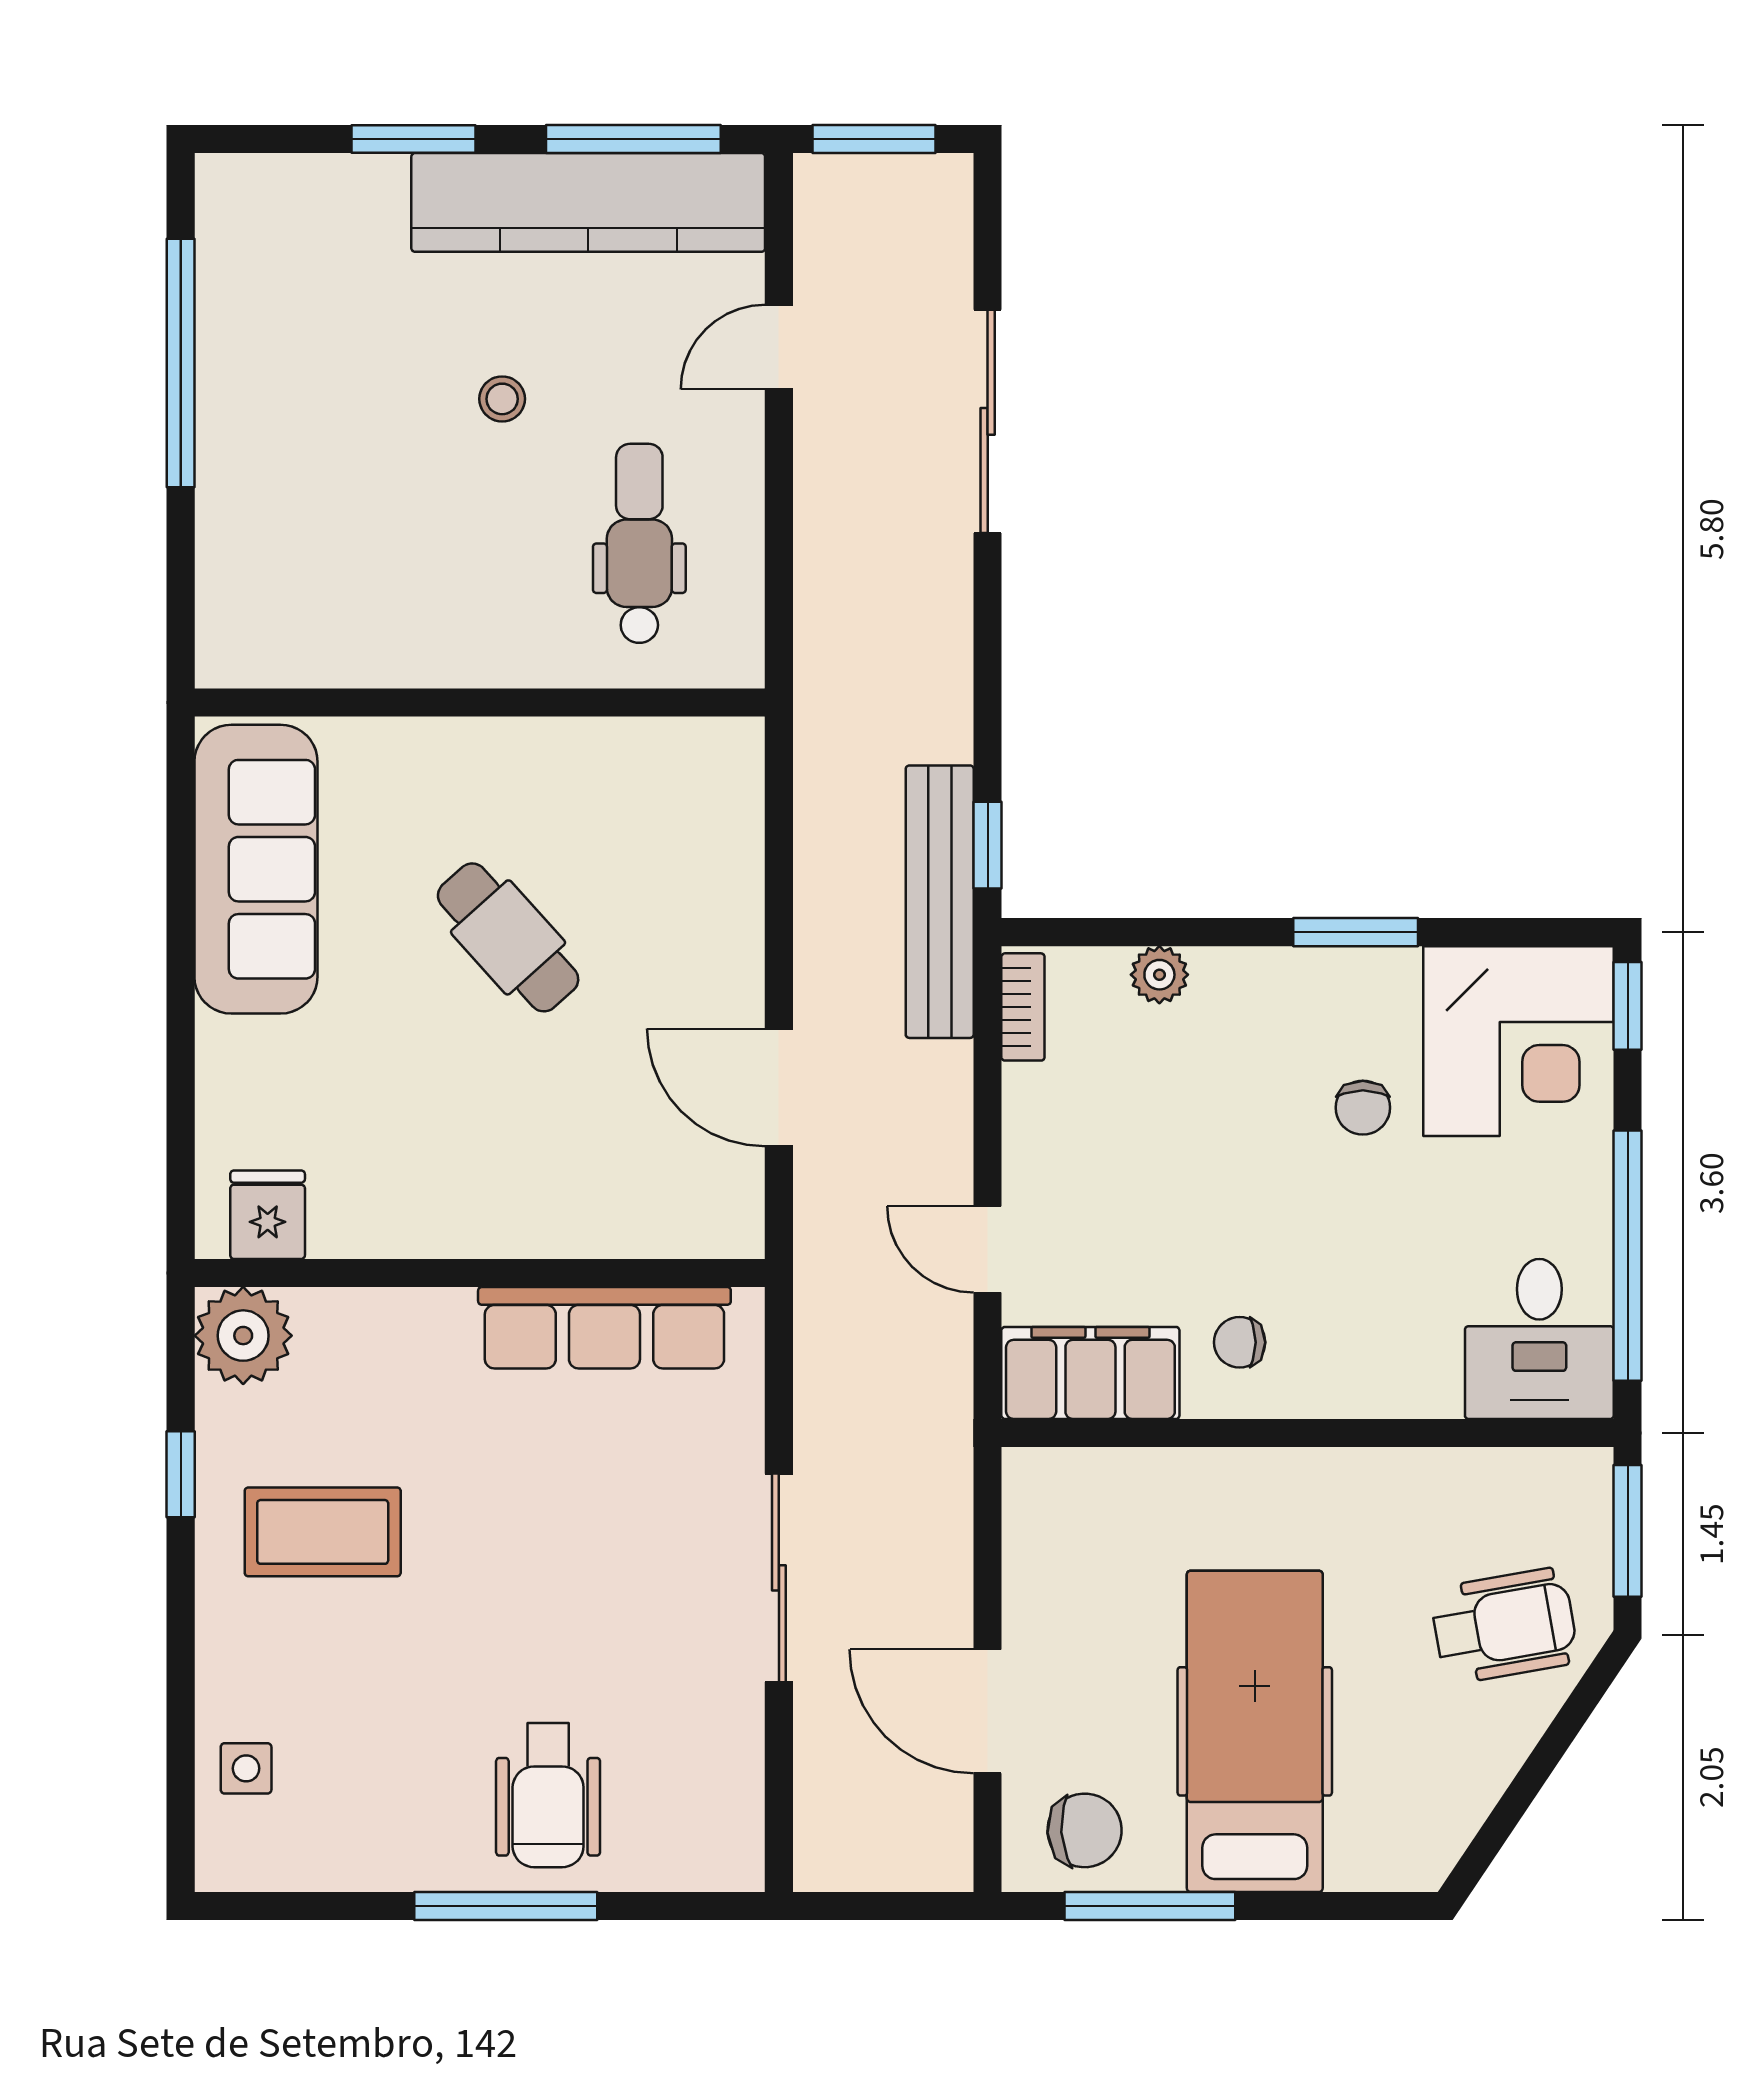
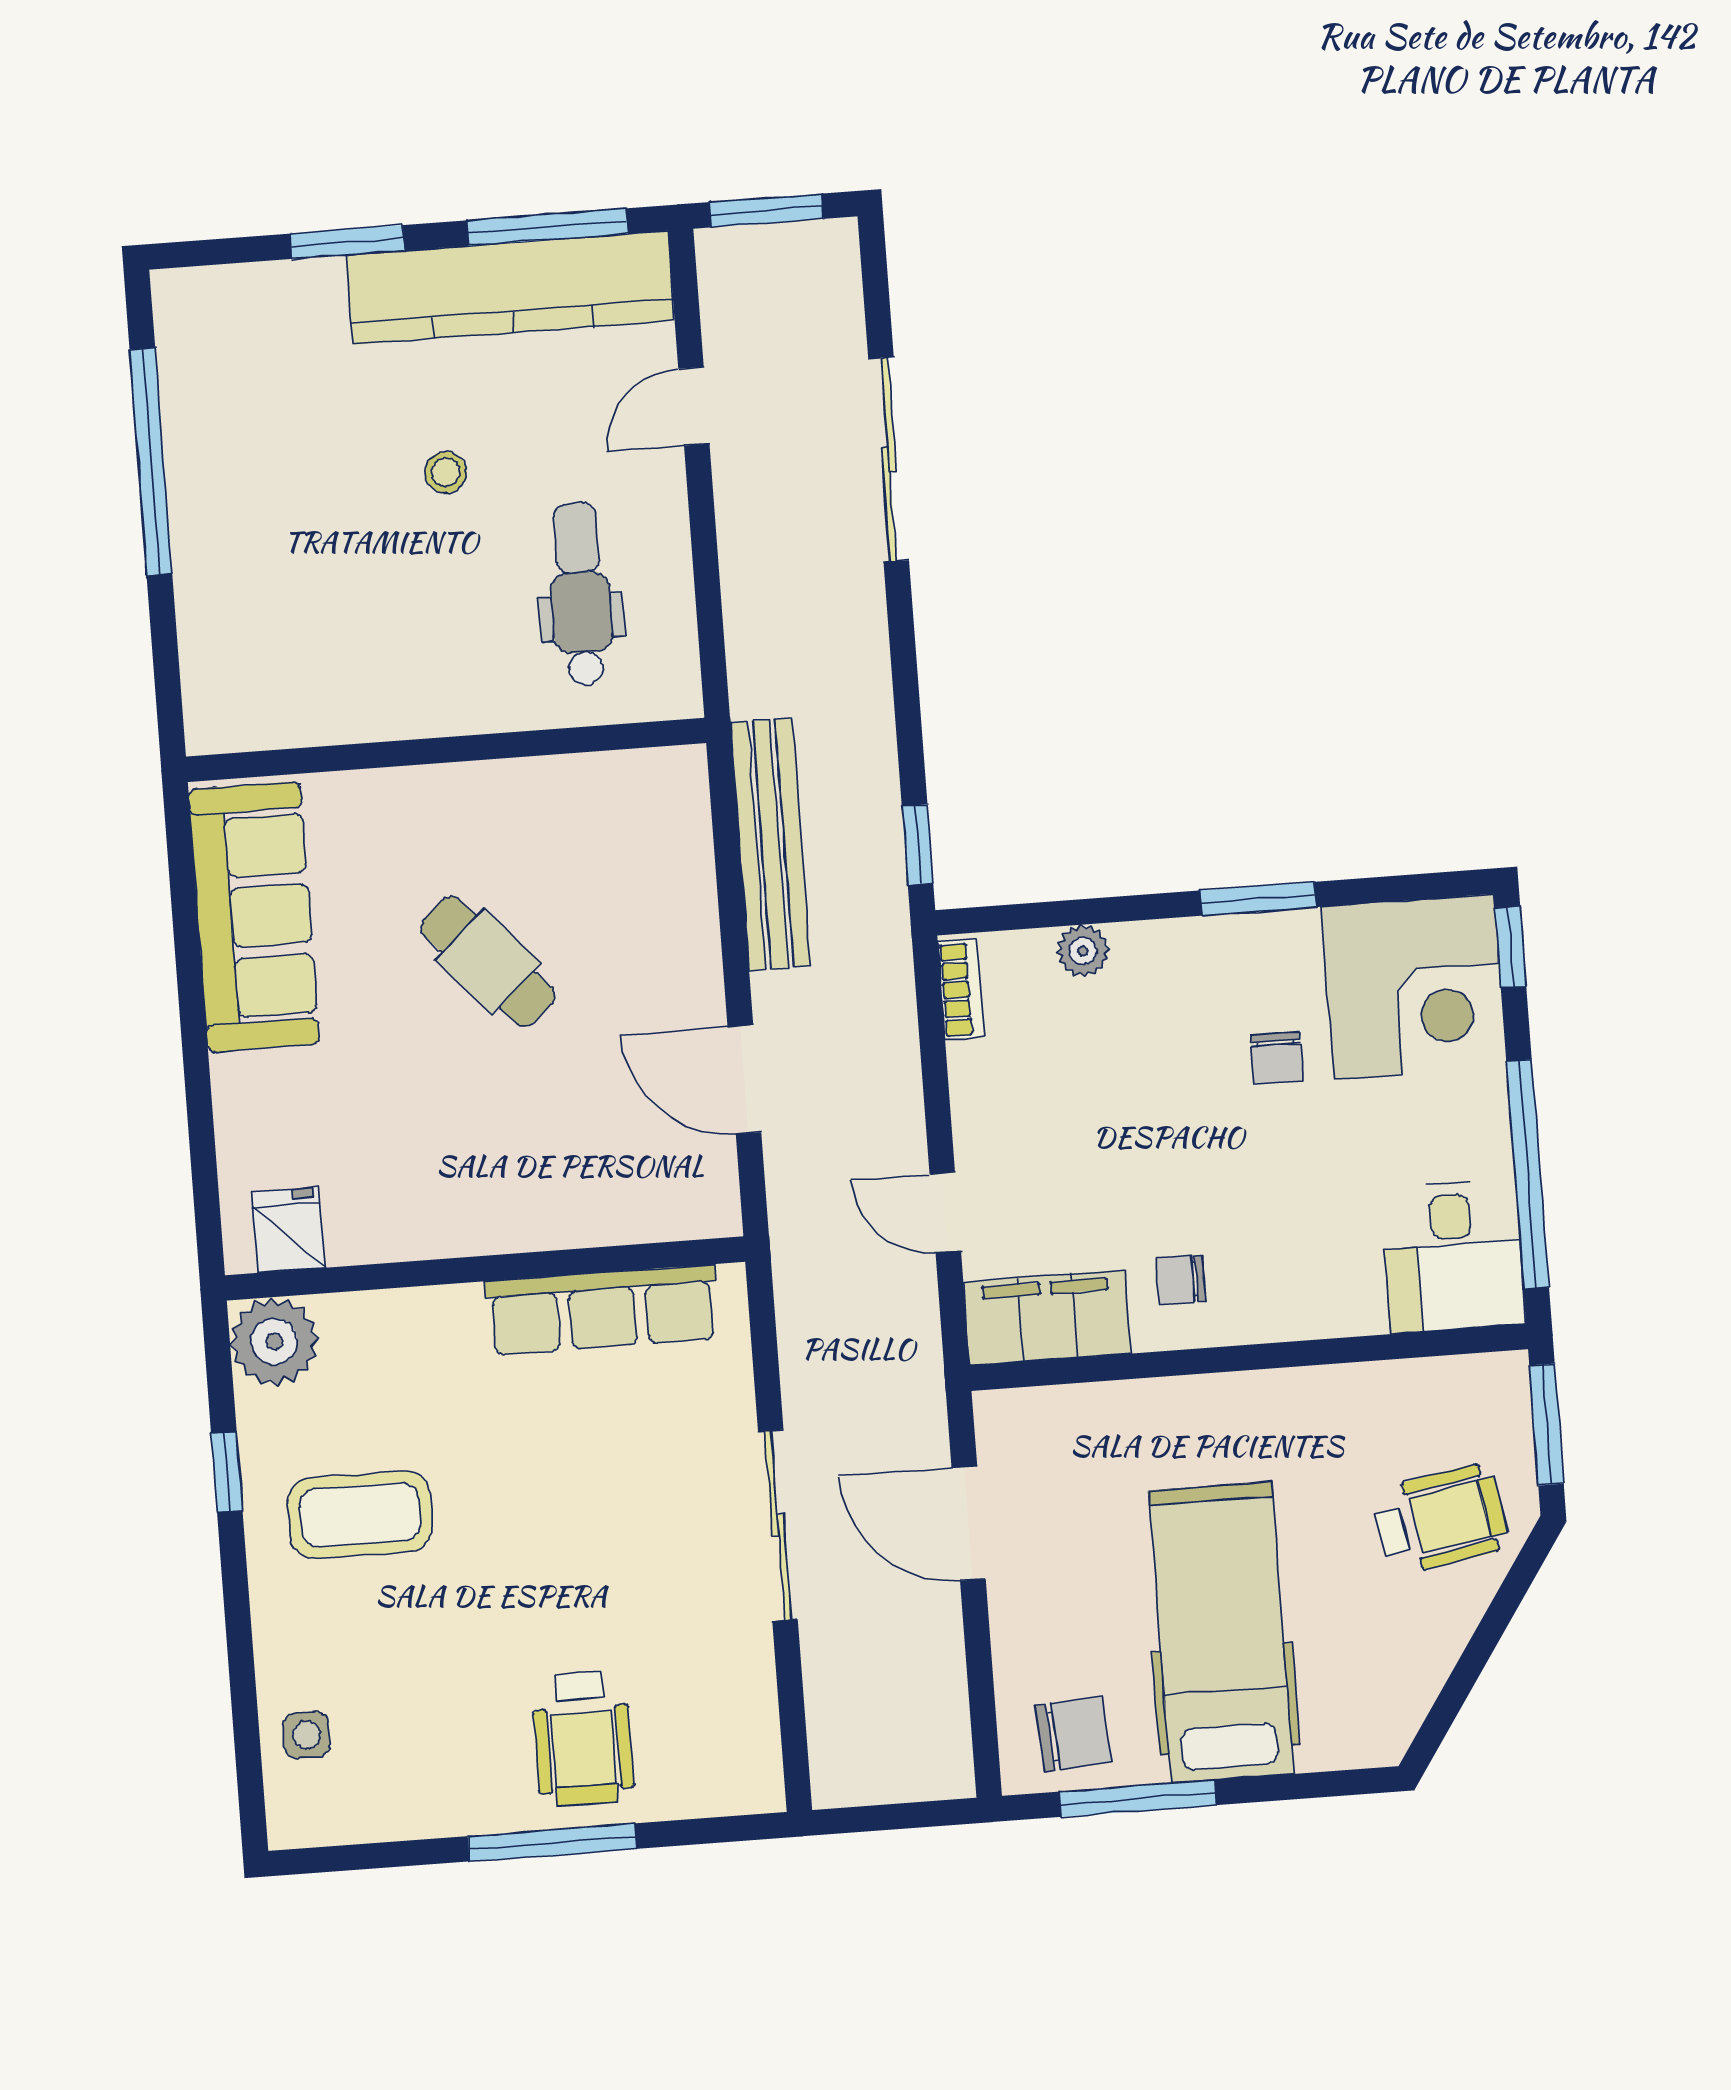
bench: (940, 902) -> (770, 844), moved
door: (988, 1711) -> (969, 1523), moved

